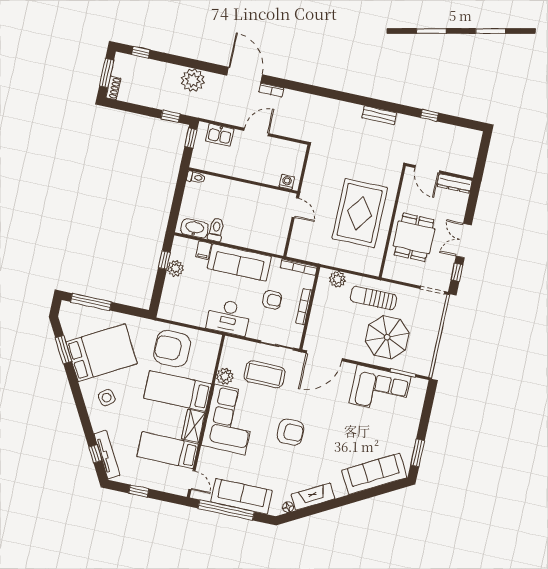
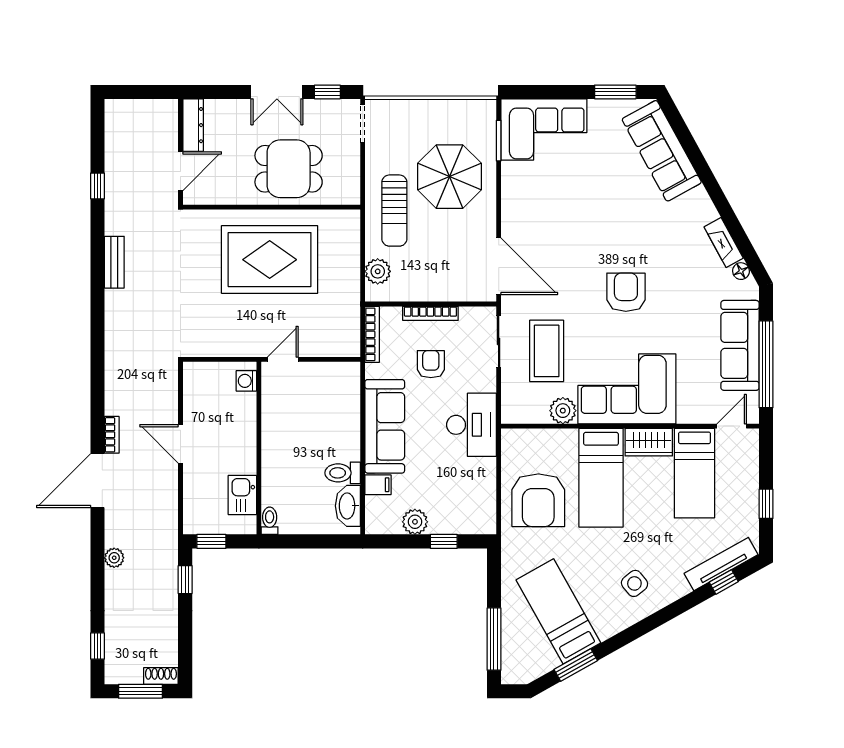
plant: (193, 80) -> (114, 558), width x0.53, depth x0.53
kitchen sink: (220, 135) -> (242, 495), moved, turned 180
window: (164, 260) -> (444, 541), moved
bed: (102, 353) -> (558, 611), width x0.67
corner sofa: (380, 390) -> (544, 130), moved, turned 90
fireplace: (313, 497) -> (724, 243), width x0.73, depth x0.76

